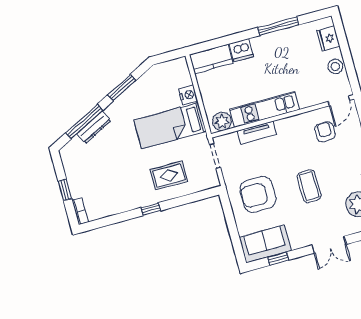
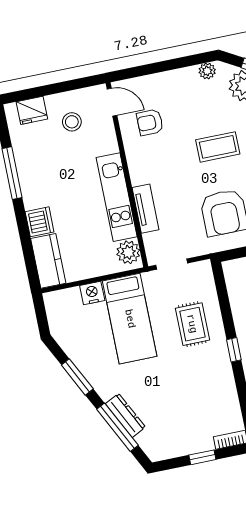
stool: (335, 66) -> (72, 122), moved

